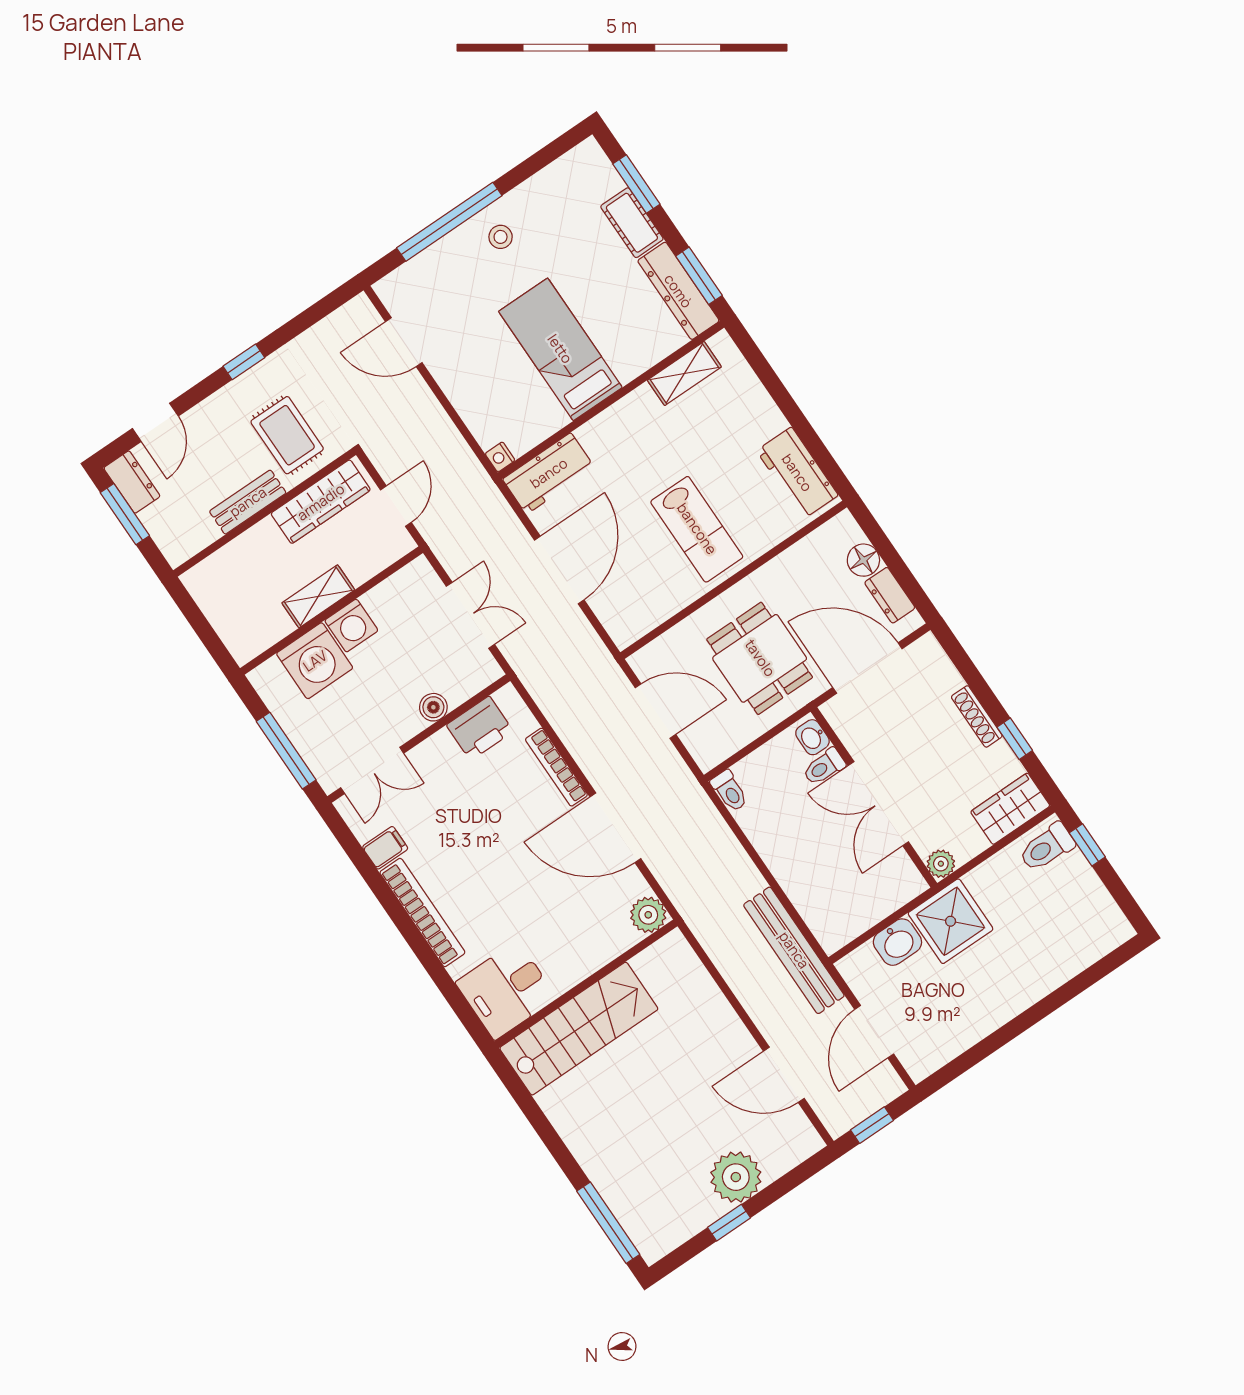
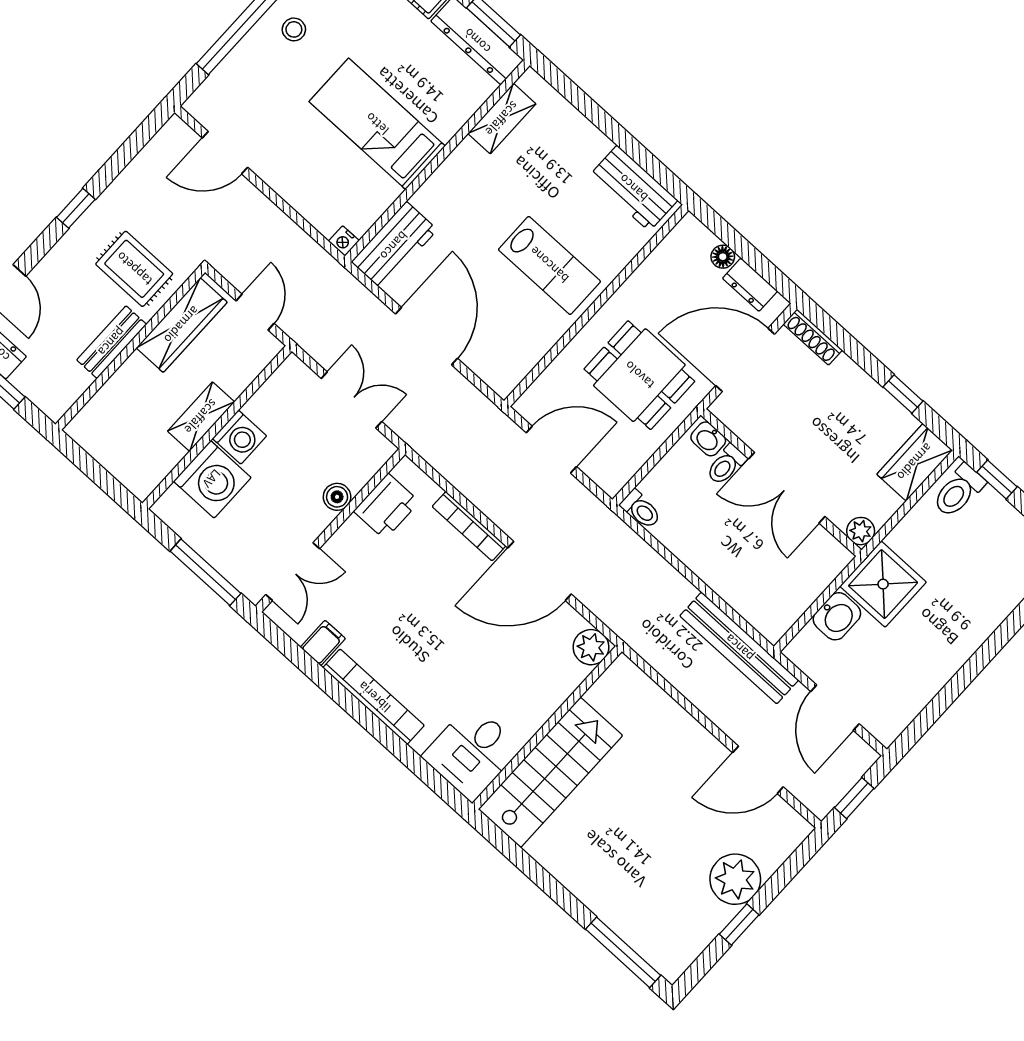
floor lamp: (863, 560) -> (723, 257), width x0.73, depth x0.73
shoe rack: (977, 716) -> (813, 337), moved

